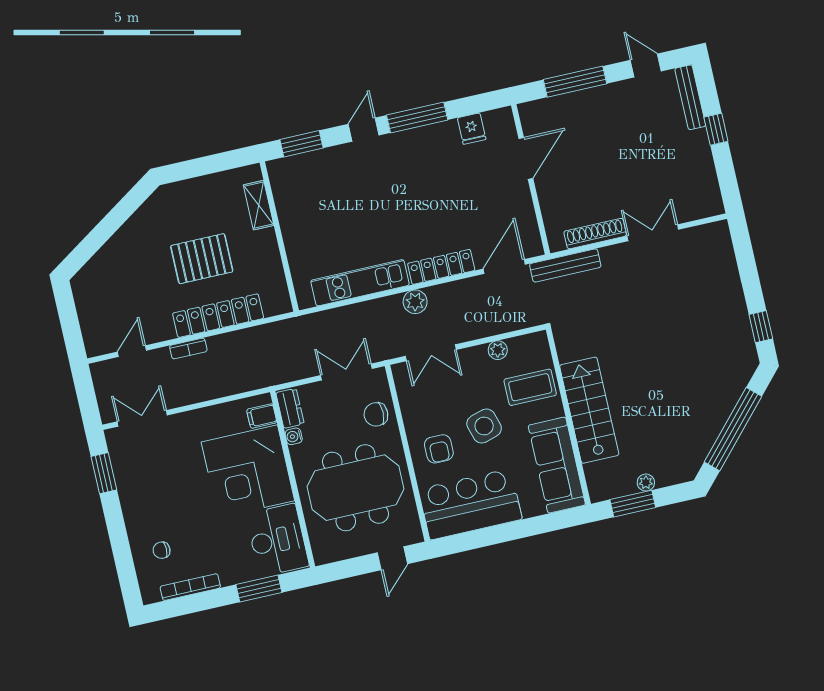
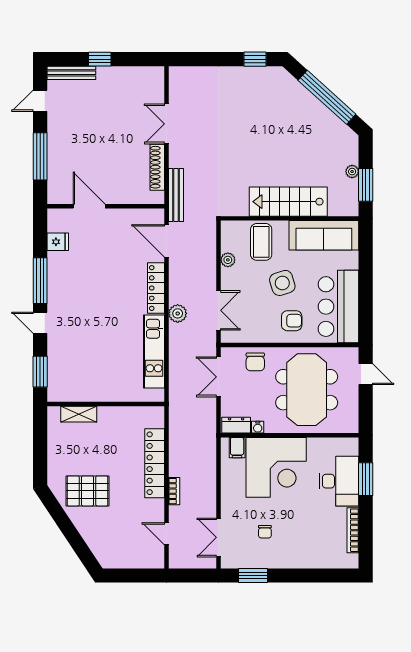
pallet: (202, 259) -> (88, 491), moved, turned 90
desk: (277, 540) -> (339, 481), moved, turned 90
chair: (162, 550) -> (265, 532), moved

